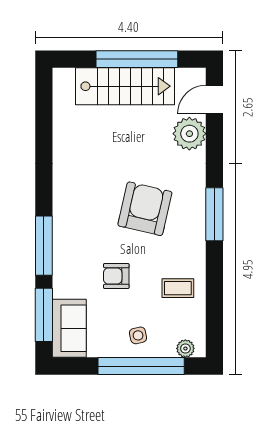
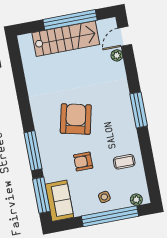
plant: (189, 134) -> (117, 55), width x0.53, depth x0.53
armchair: (145, 209) -> (76, 119), moved

